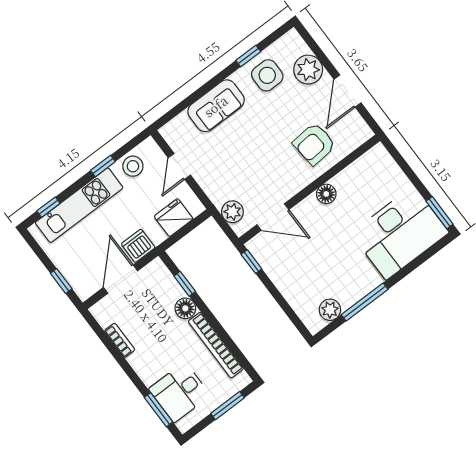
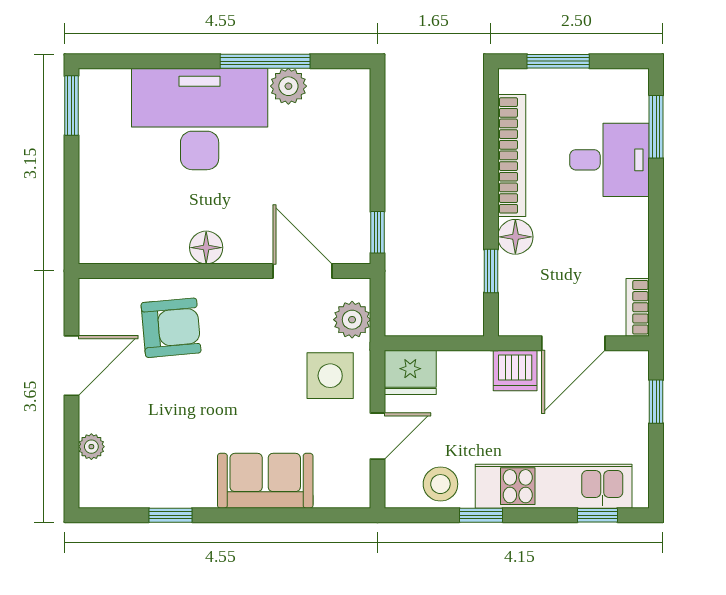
plant: (308, 70) -> (91, 447), width x0.53, depth x0.53
side table: (267, 75) -> (330, 376), moved
fridge: (174, 218) -> (410, 372), moved
desk: (400, 233) -> (200, 119), moved
plant: (330, 310) -> (288, 86), moved
bookcase: (120, 340) -> (638, 307), moved
desk: (180, 392) -> (610, 160), moved

